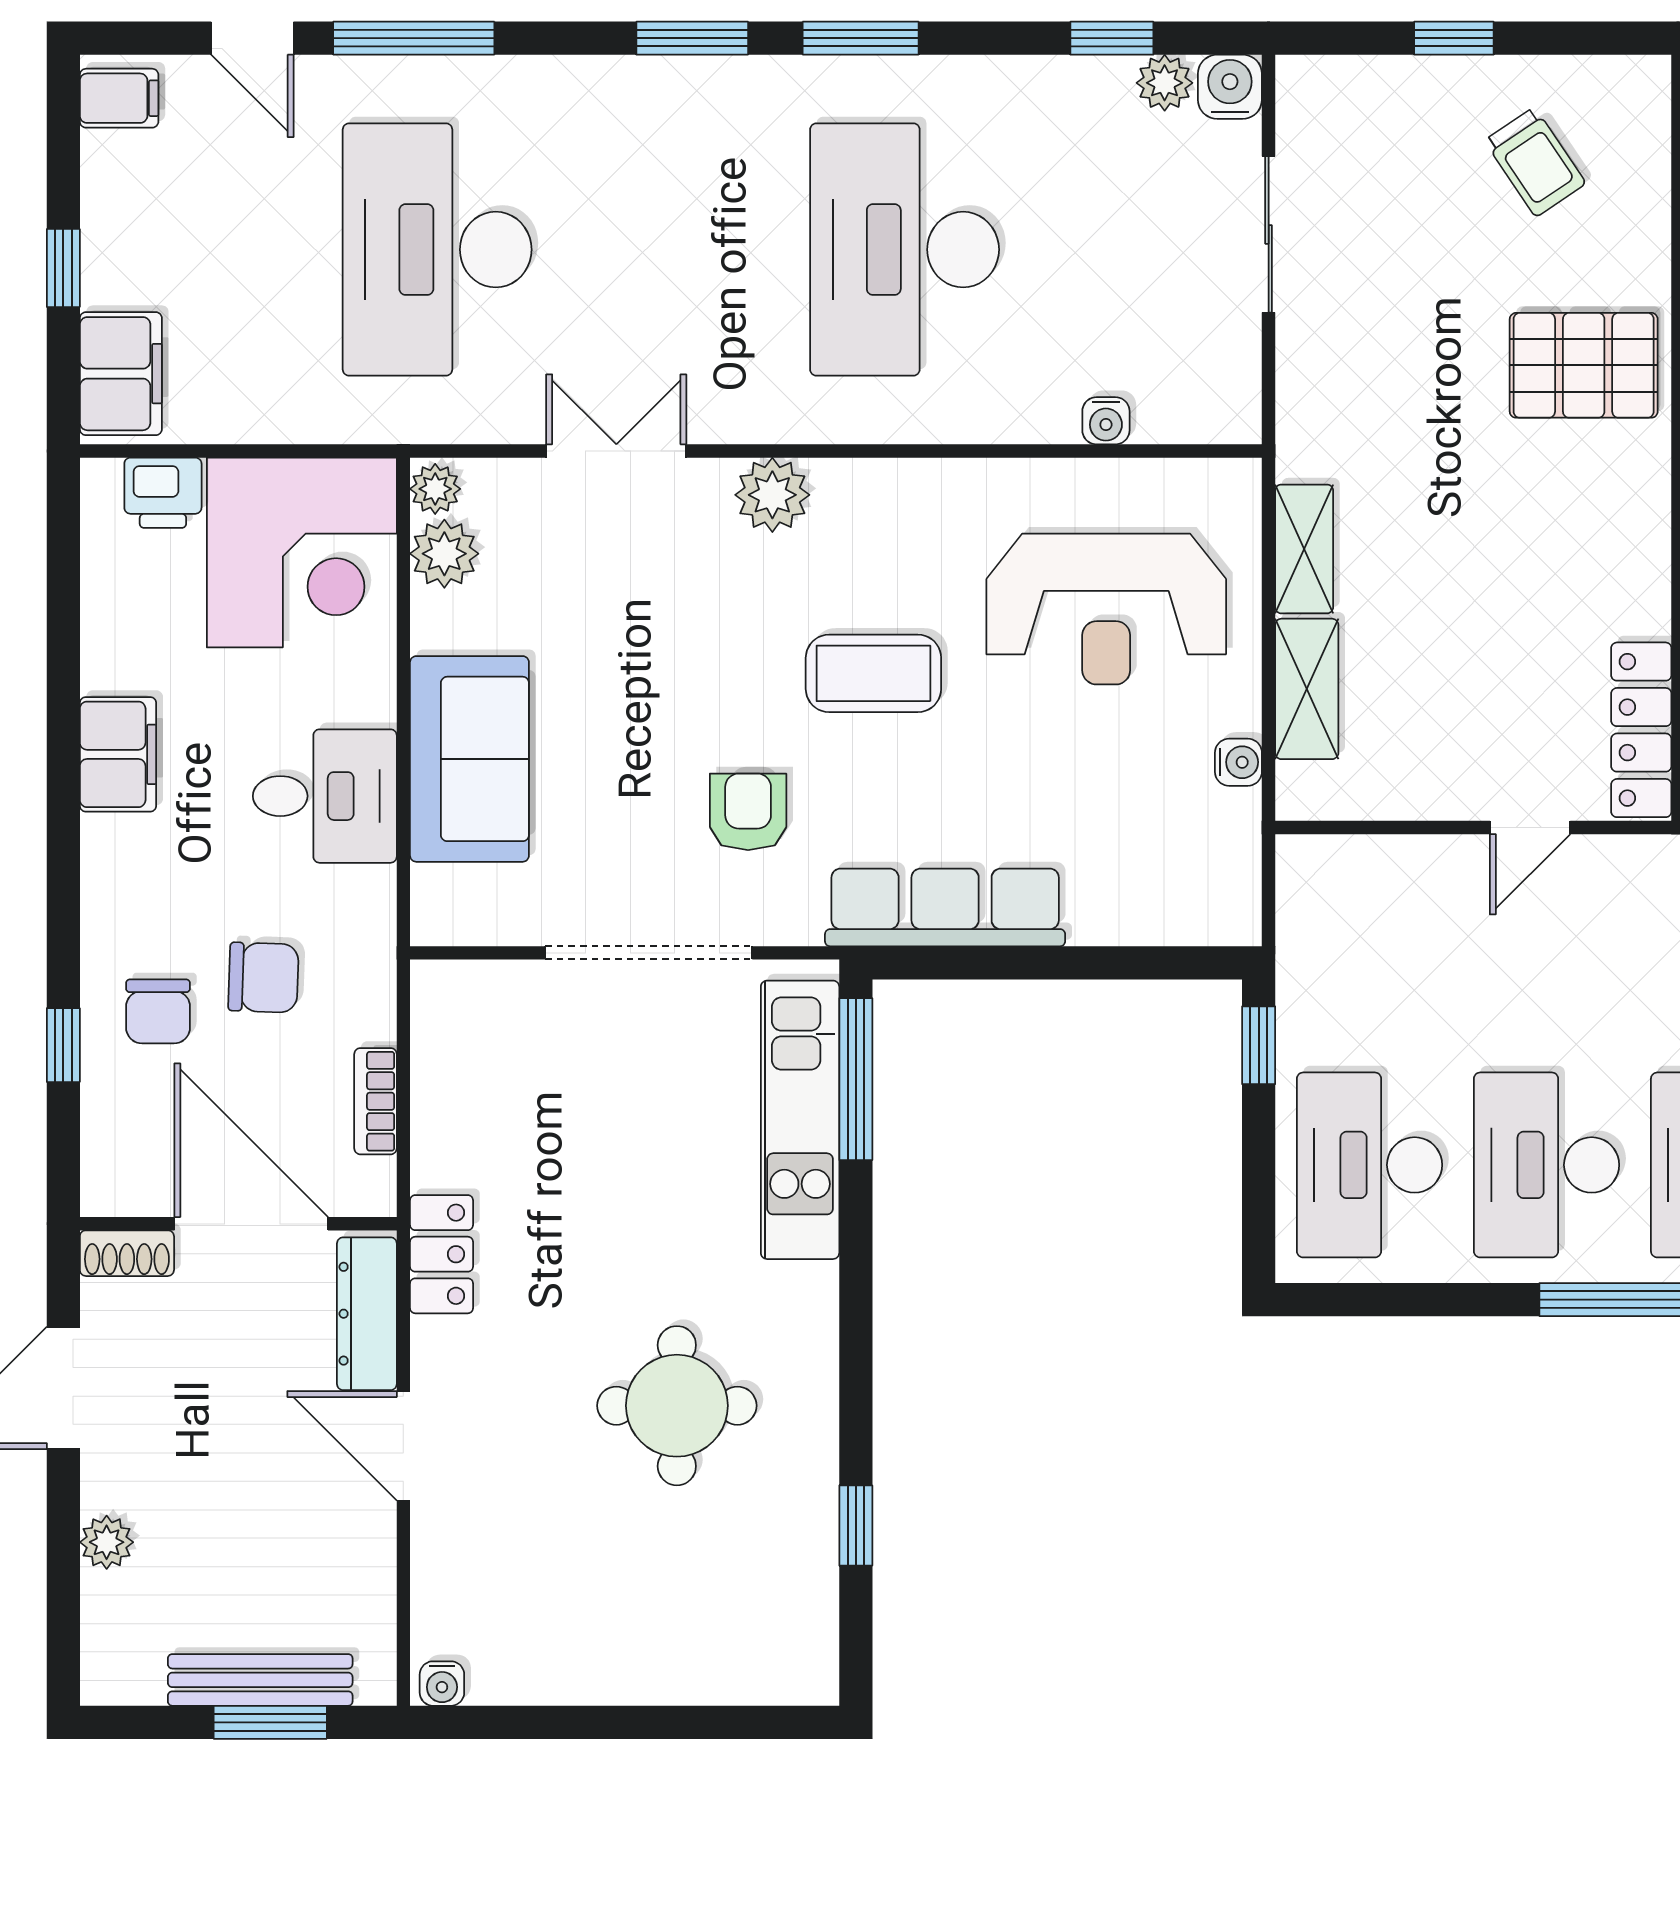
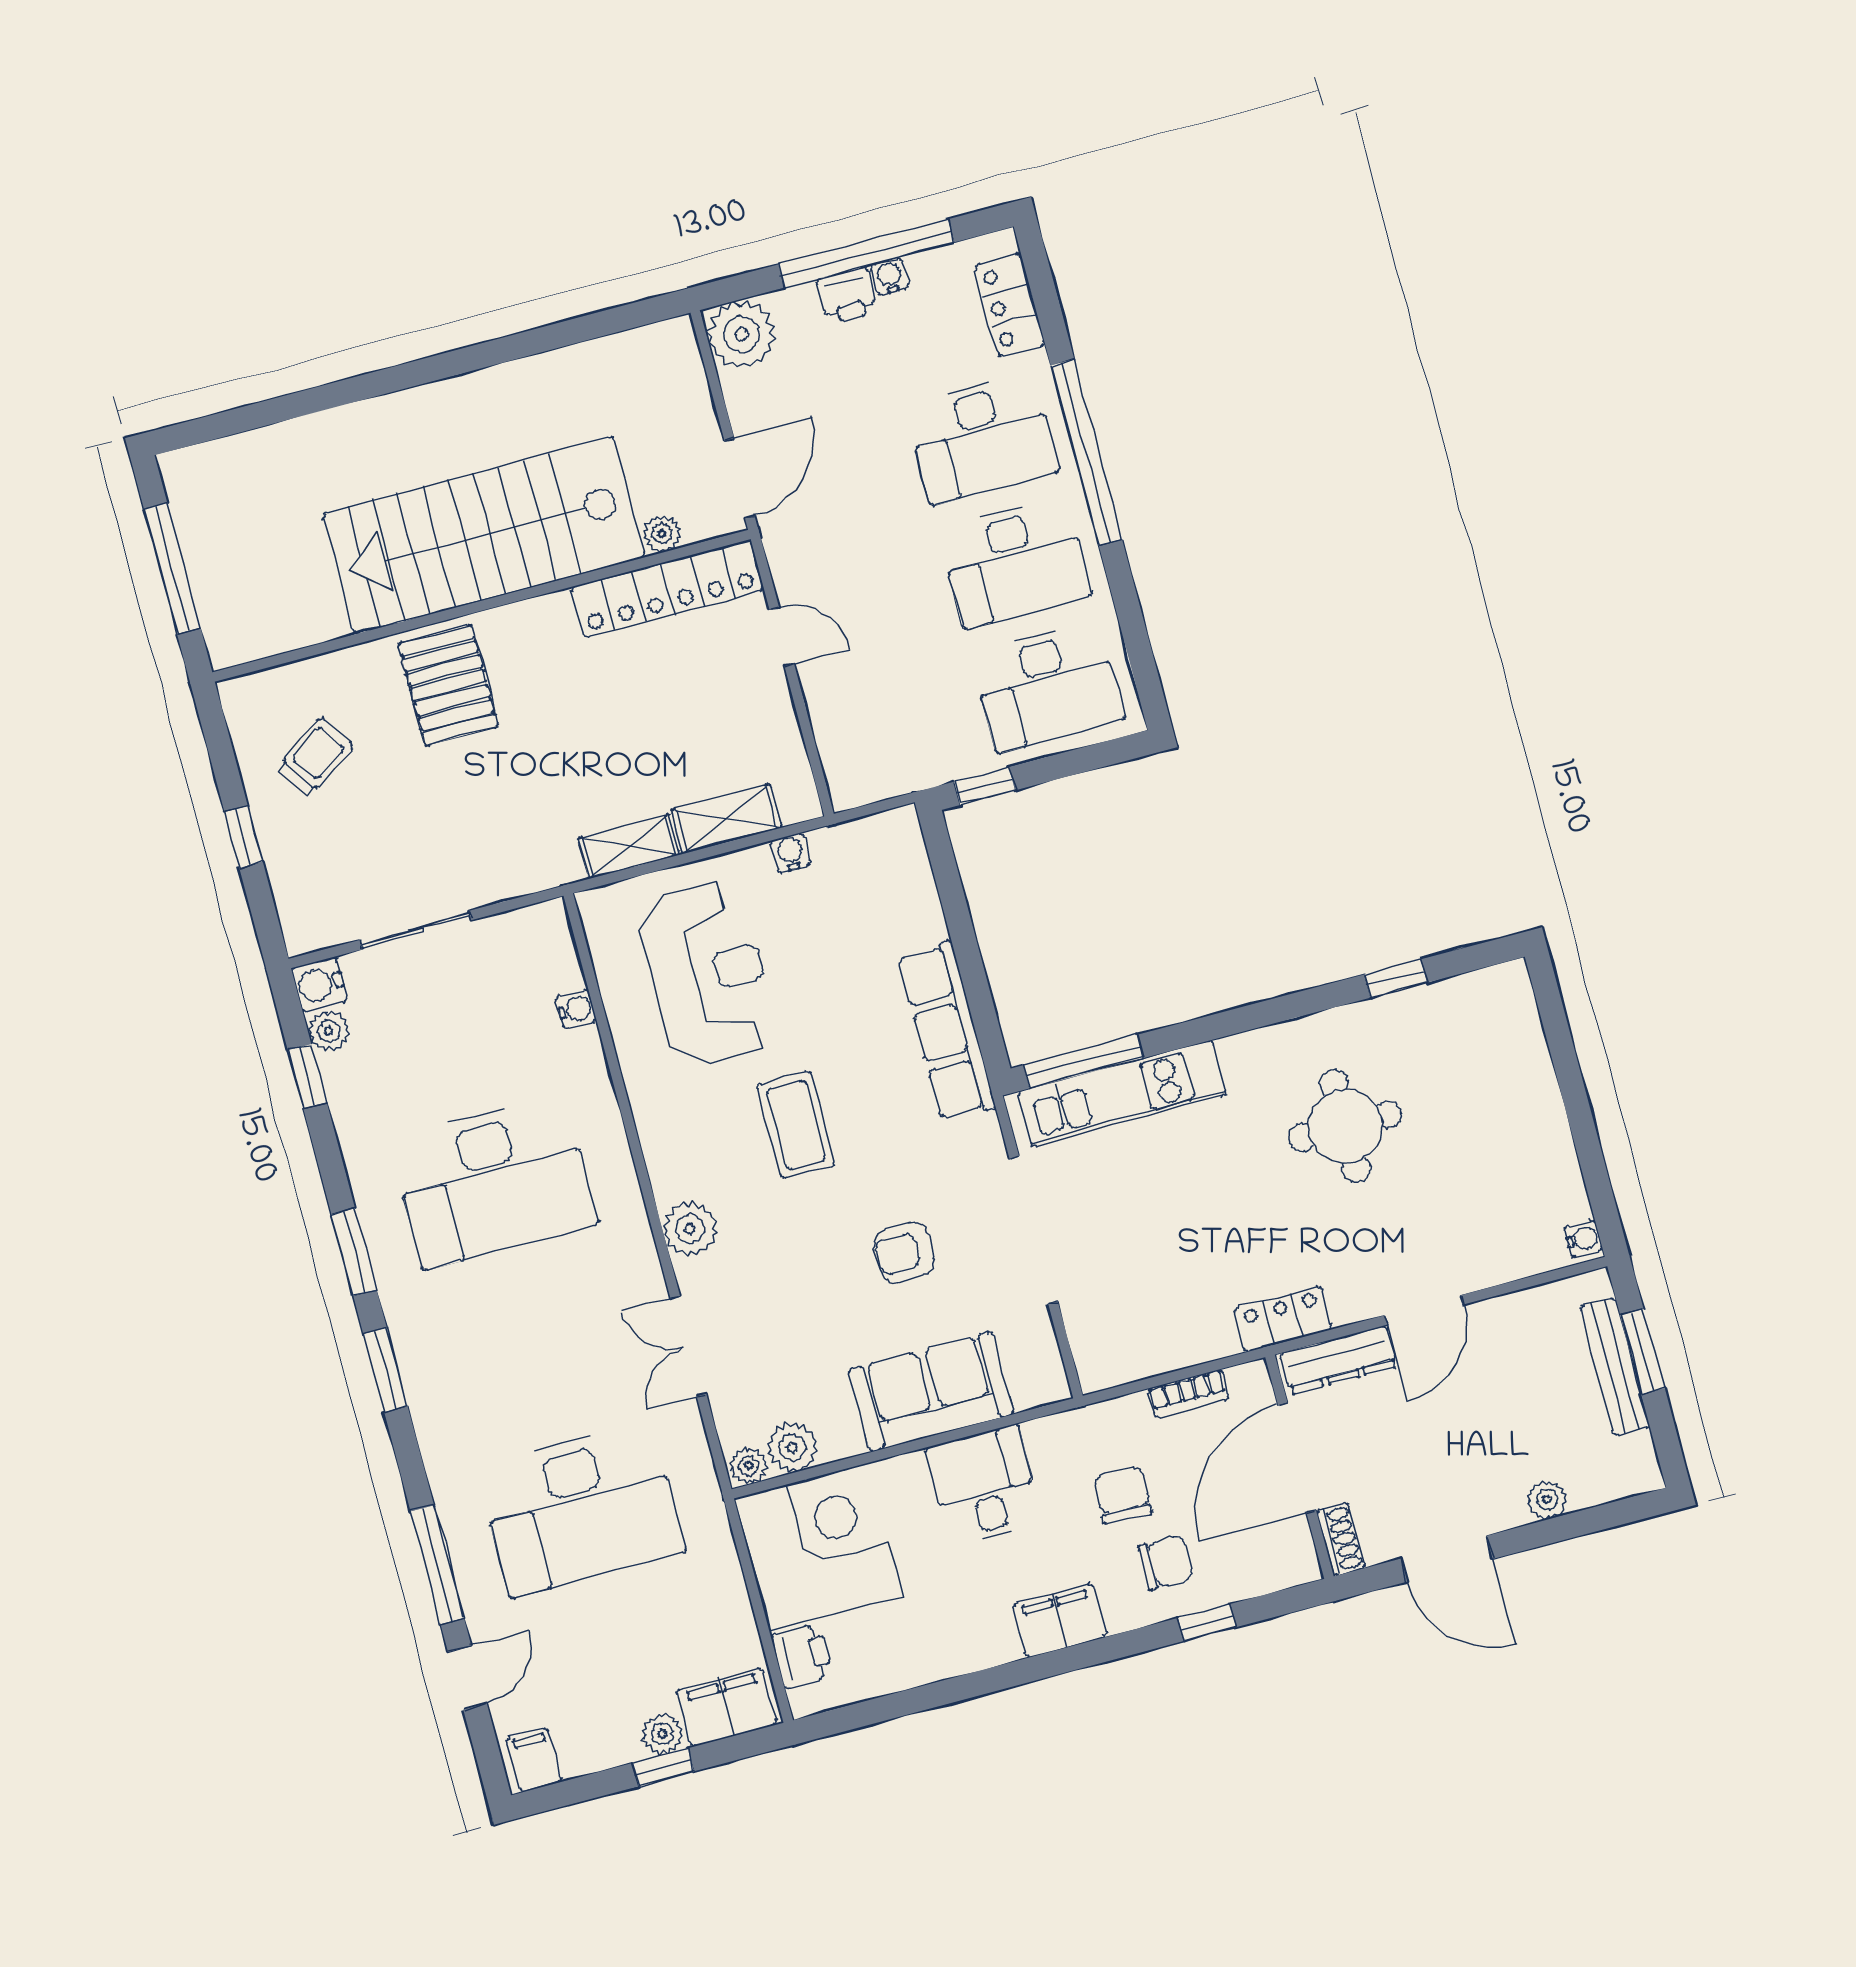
plant: (108, 279) -> (662, 1734), added
locker: (1641, 730) -> (667, 588), width x1.41, depth x1.21
filing cabinet: (118, 754) -> (1060, 1621), moved
armchair: (748, 812) -> (904, 1252), moved

